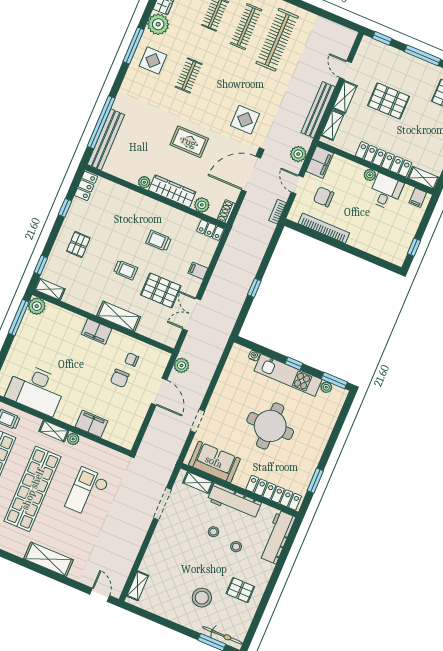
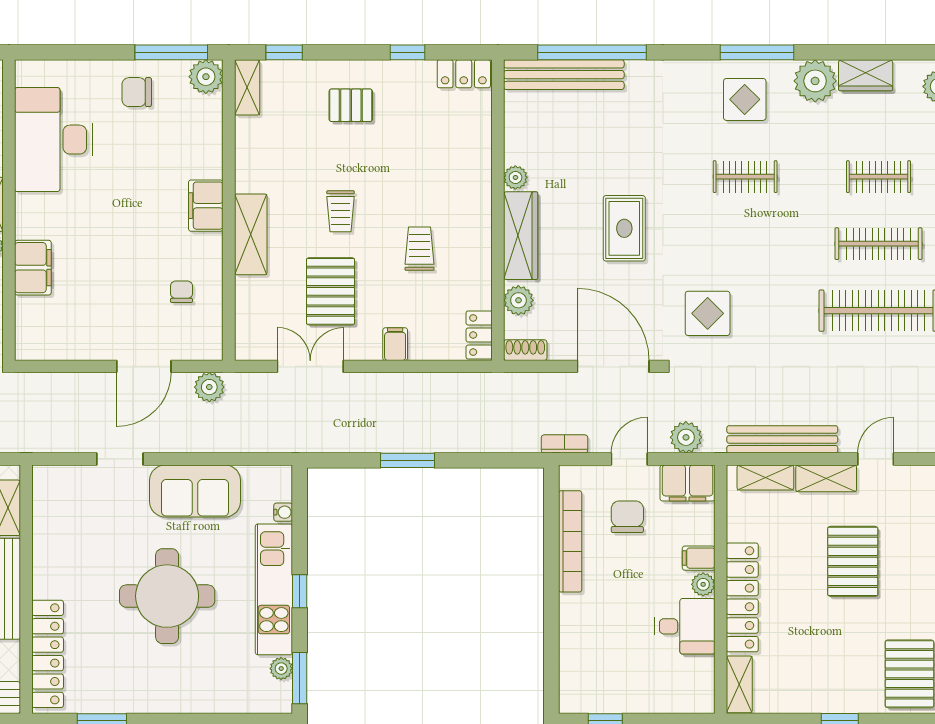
filing cabinet: (418, 198) -> (699, 558), moved
window: (254, 288) -> (407, 460), width x1.50
chair: (120, 378) -> (137, 92), moved
sofa: (214, 462) -> (195, 491), moved, turned 90

